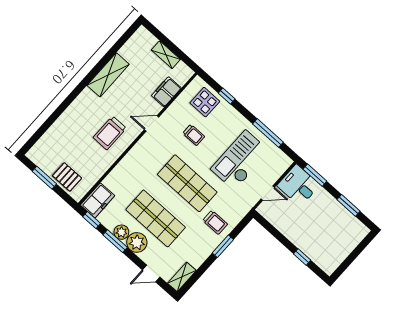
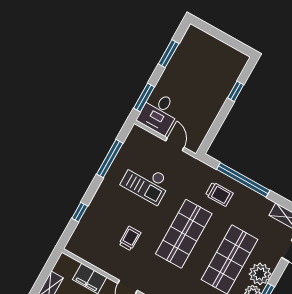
display table: (205, 102) -> (91, 234), removed
checkout: (240, 160) -> (146, 182), width x0.73, depth x0.83
trolley: (215, 222) -> (219, 194), turned 90
window: (223, 246) -> (243, 180), width x2.11

